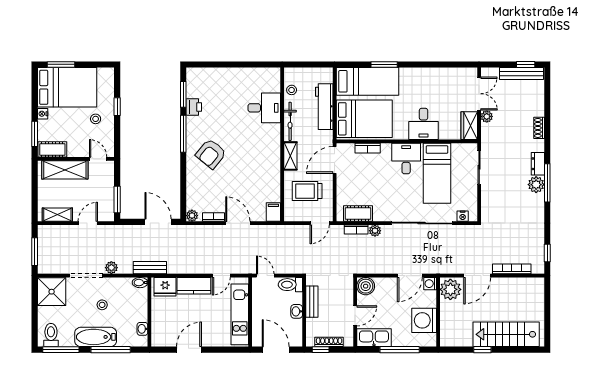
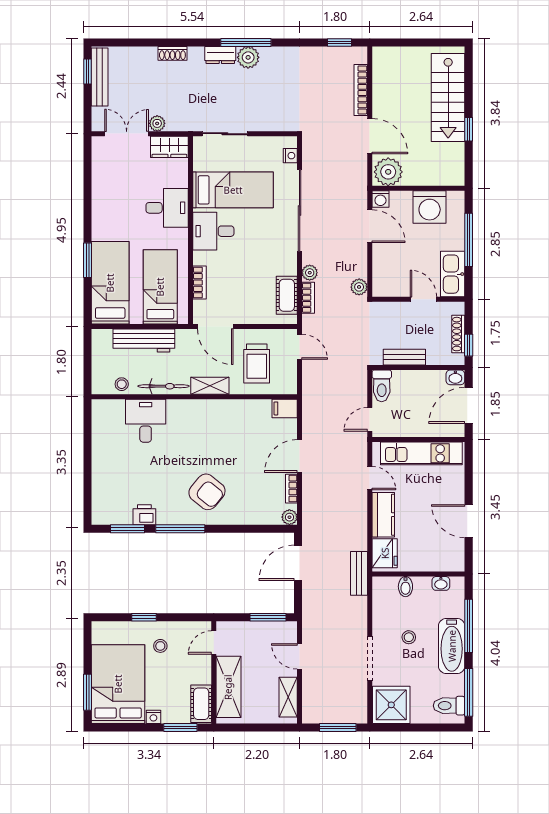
bed: (364, 119) -> (160, 287), width x0.67
plant: (111, 268) -> (359, 287), moved
bidet: (140, 283) -> (405, 587), moved
boiler: (366, 286) -> (384, 285), removed
washbasin: (297, 311) -> (455, 377), moved

